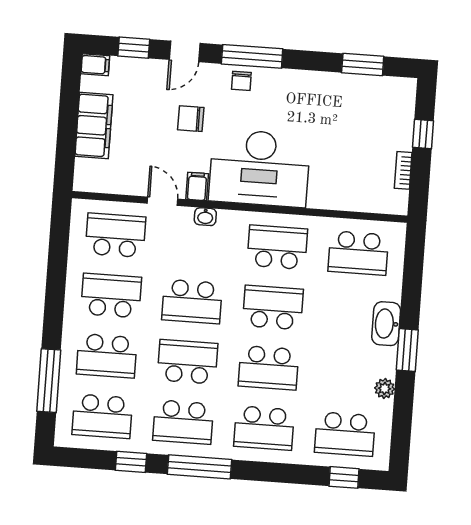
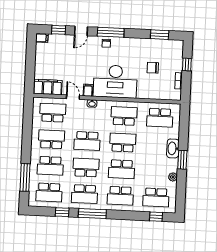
chair: (191, 119) -> (153, 68), moved
filing cabinet: (94, 125) -> (48, 87), moved, turned -90

